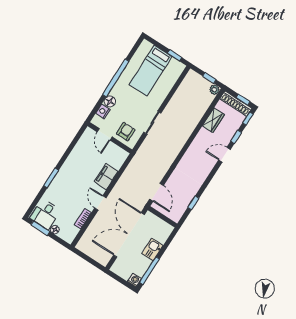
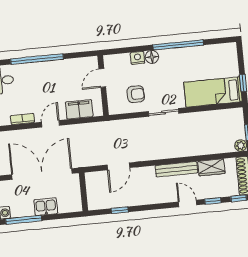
bed: (151, 71) -> (213, 92), moved
door: (105, 134) -> (102, 78), moved
wall: (110, 138) -> (103, 85), moved
bench: (196, 144) -> (176, 169), added
window: (51, 178) -> (37, 59), width x2.11
door: (156, 192) -> (118, 166), moved

